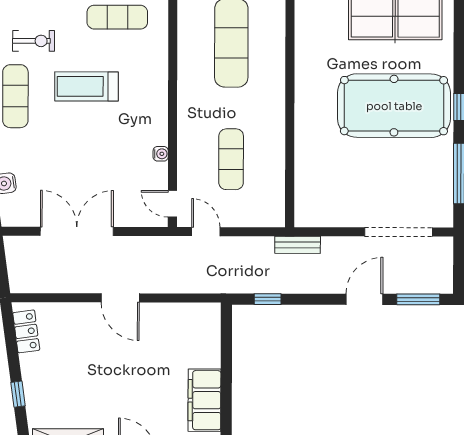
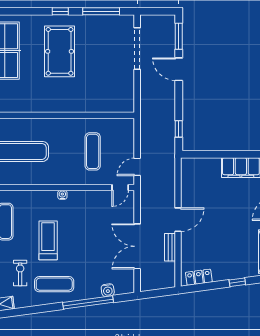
treadmill: (87, 86) -> (48, 240), turned 180
pool table: (394, 106) -> (60, 51), width x0.73, depth x0.76
water cooler: (161, 154) -> (62, 195), moved
exercise mat: (231, 159) -> (93, 151), turned 90
bench: (298, 245) -> (170, 247), moved

